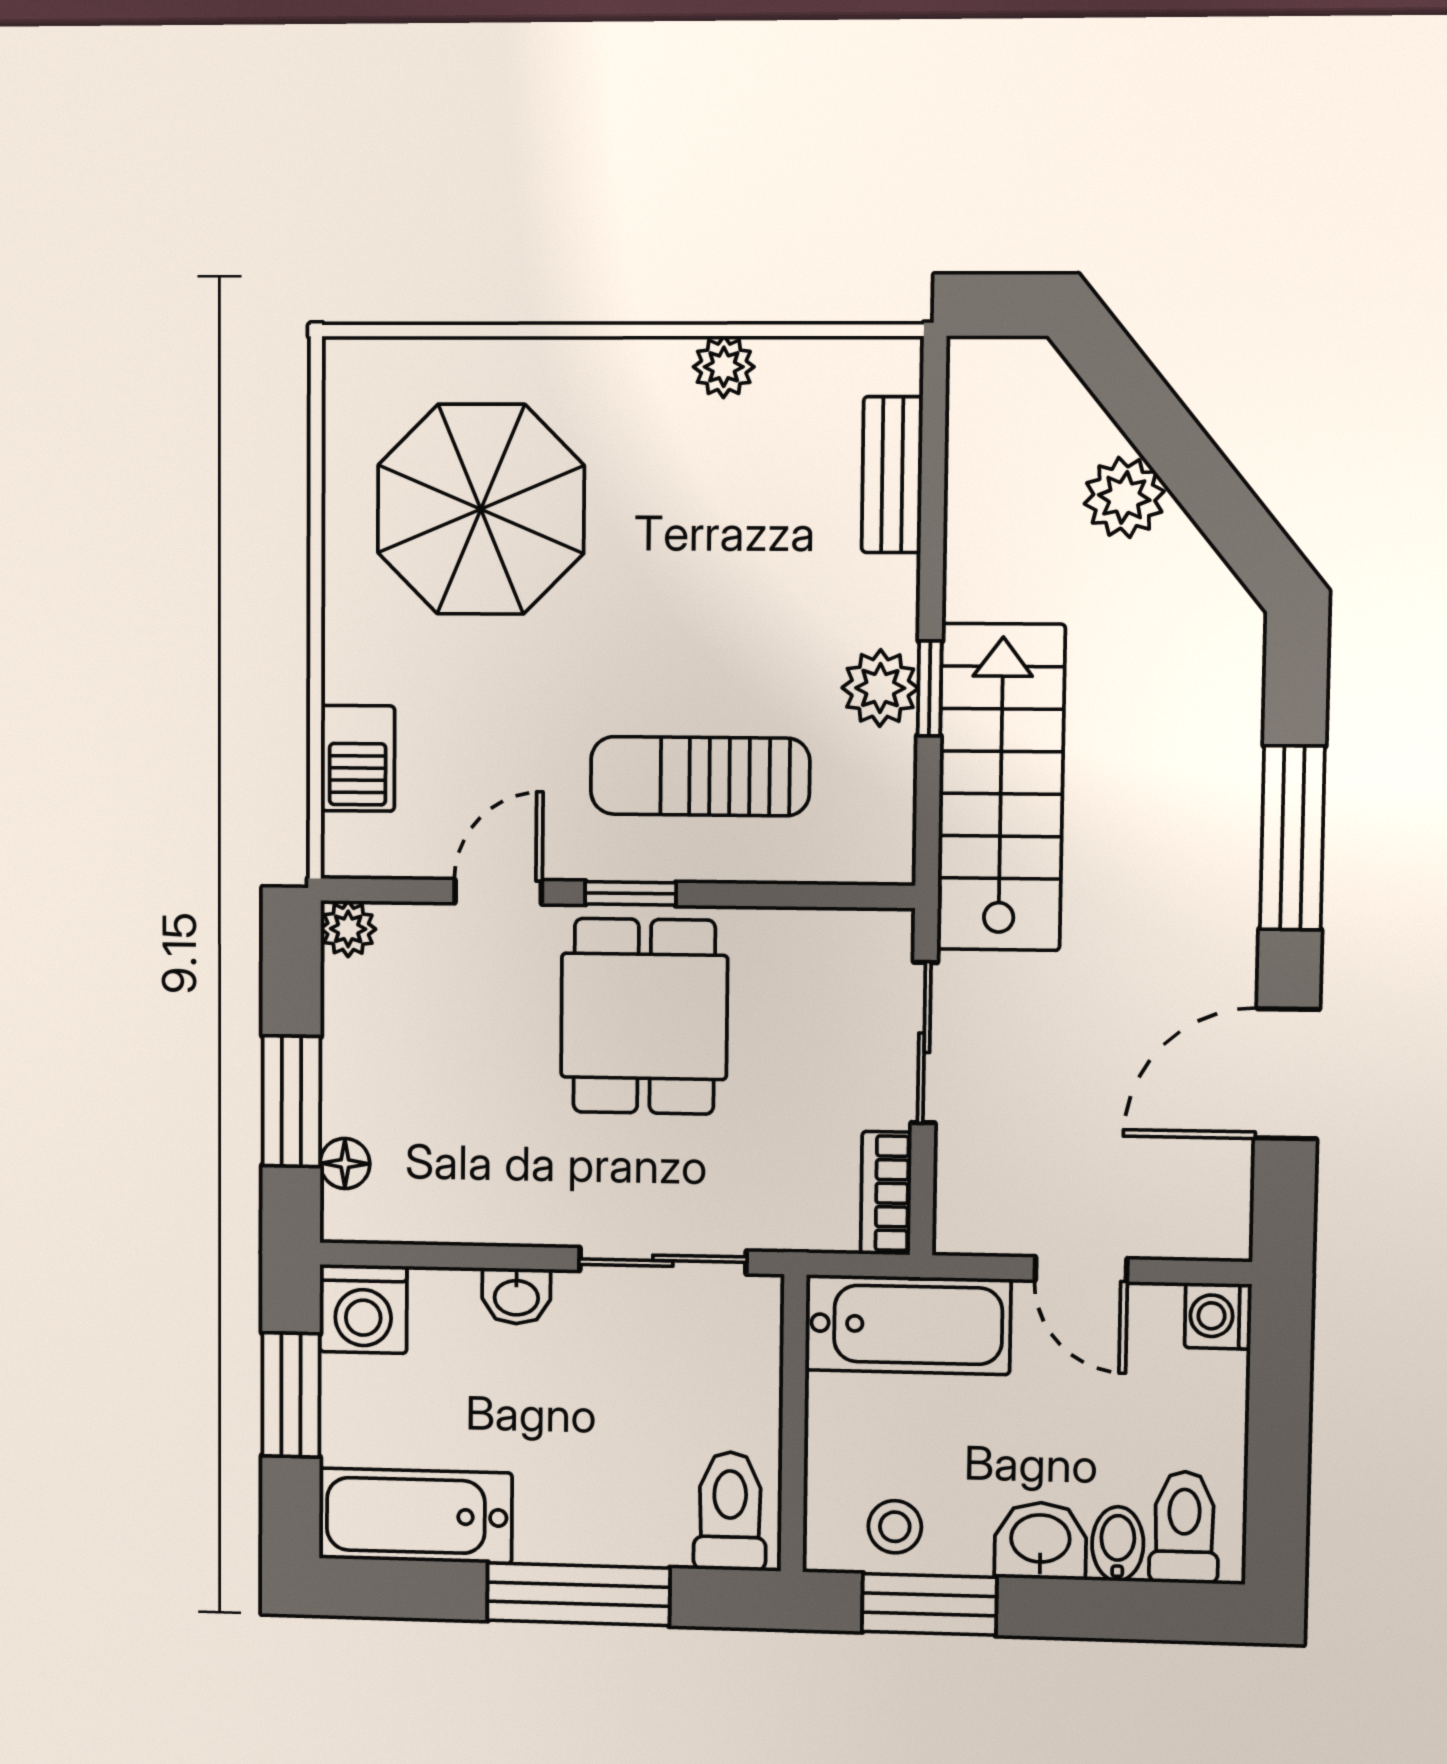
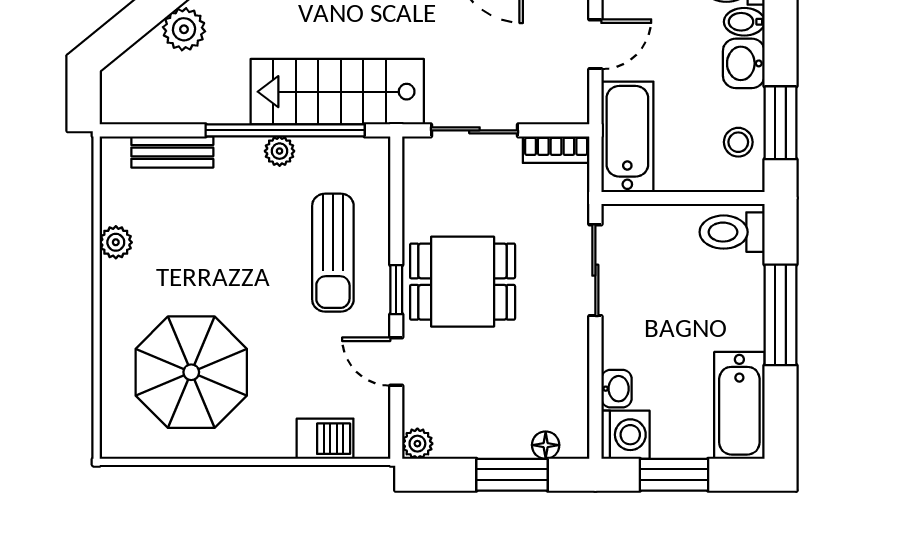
plant: (880, 688) -> (280, 151), width x0.73, depth x0.73
window: (930, 688) -> (285, 130), width x3.17
washbasin: (516, 1296) -> (616, 389), moved

